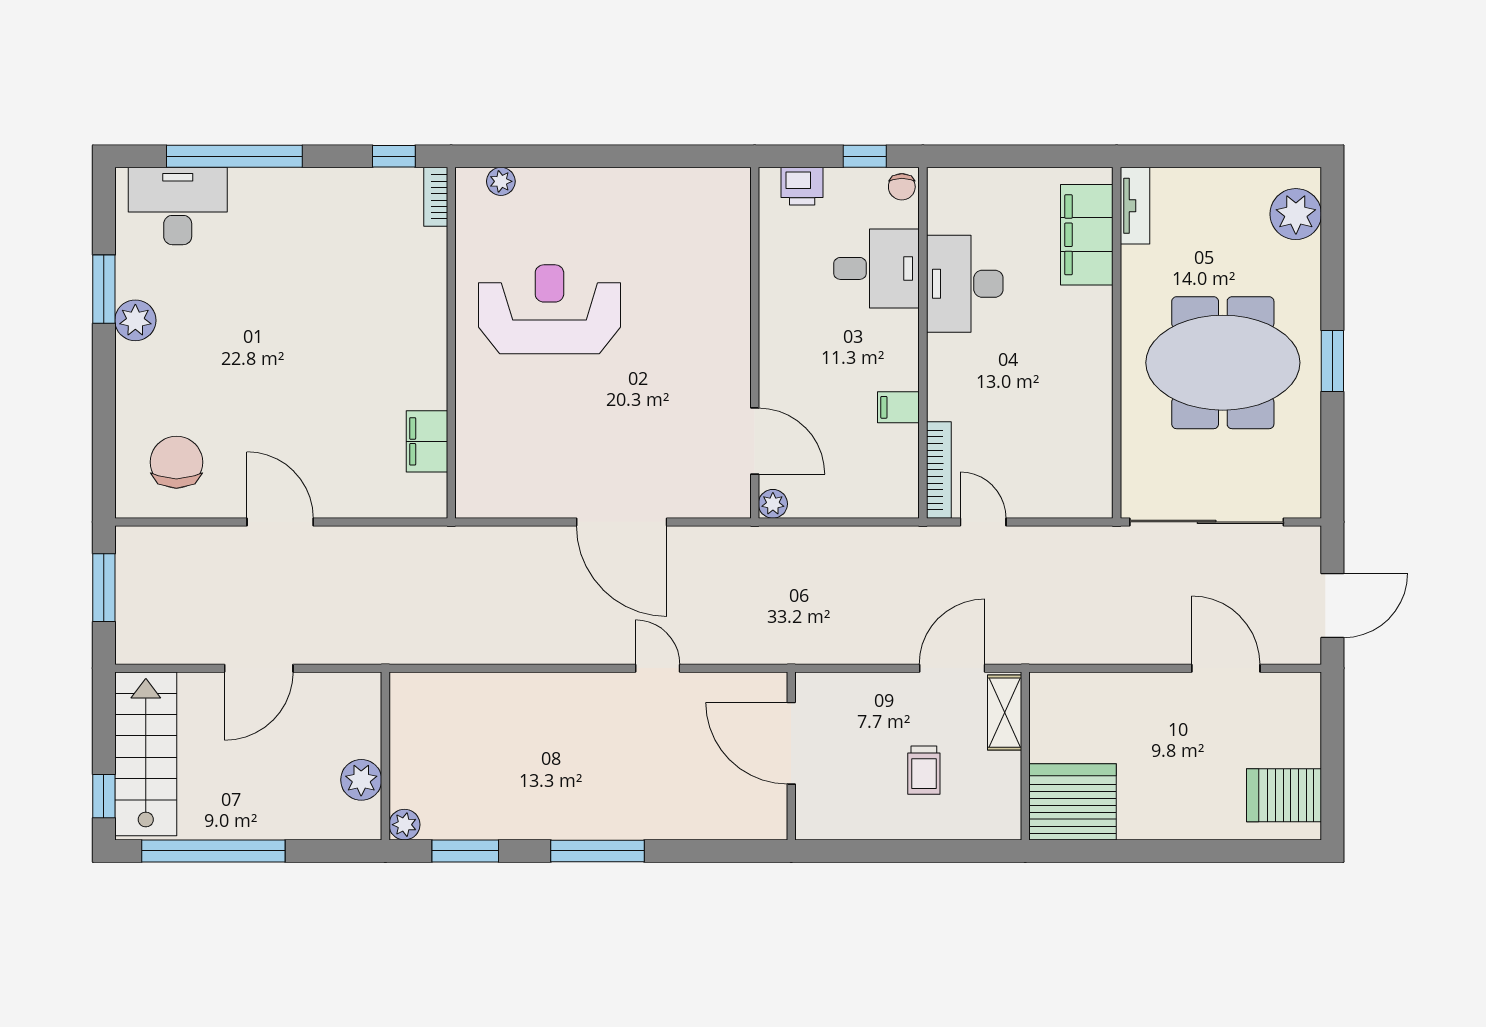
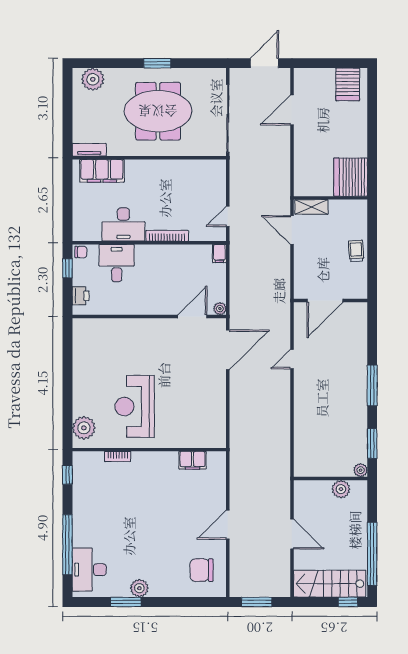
plant: (501, 181) -> (84, 428), width x1.88, depth x1.88
bookcase: (436, 197) -> (118, 456), moved
meeting table: (1223, 363) -> (158, 111), turned 90
filing cabinet: (898, 407) -> (219, 254), moved
bookcase: (939, 470) -> (167, 236), moved
door: (622, 522) -> (228, 350), moved
door: (1332, 605) -> (264, 63), hinge flipped
trolley: (924, 770) -> (356, 251), moved, turned -94

